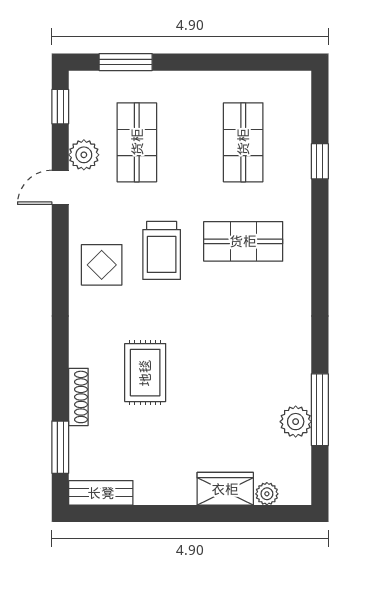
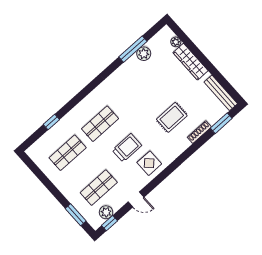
plant: (84, 155) -> (106, 212), moved
shop shelf: (243, 241) -> (100, 124), turned 90
wardrobe: (225, 489) -> (191, 62), width x1.50
bench: (101, 493) -> (221, 93), width x1.36

